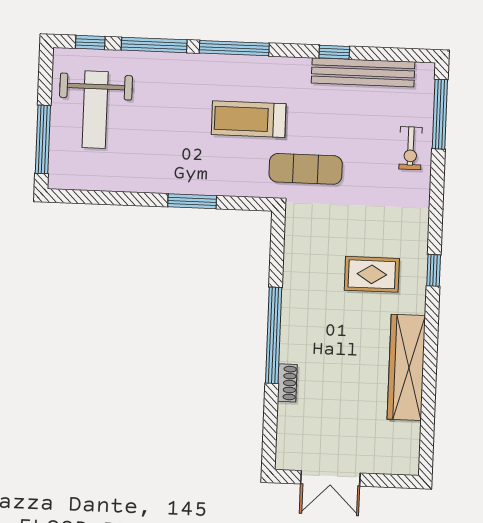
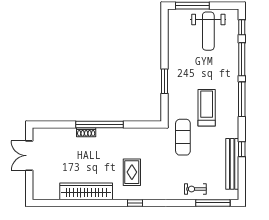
weight bench: (95, 110) -> (208, 31), turned -90
shoe rack: (287, 383) -> (86, 132), moved

